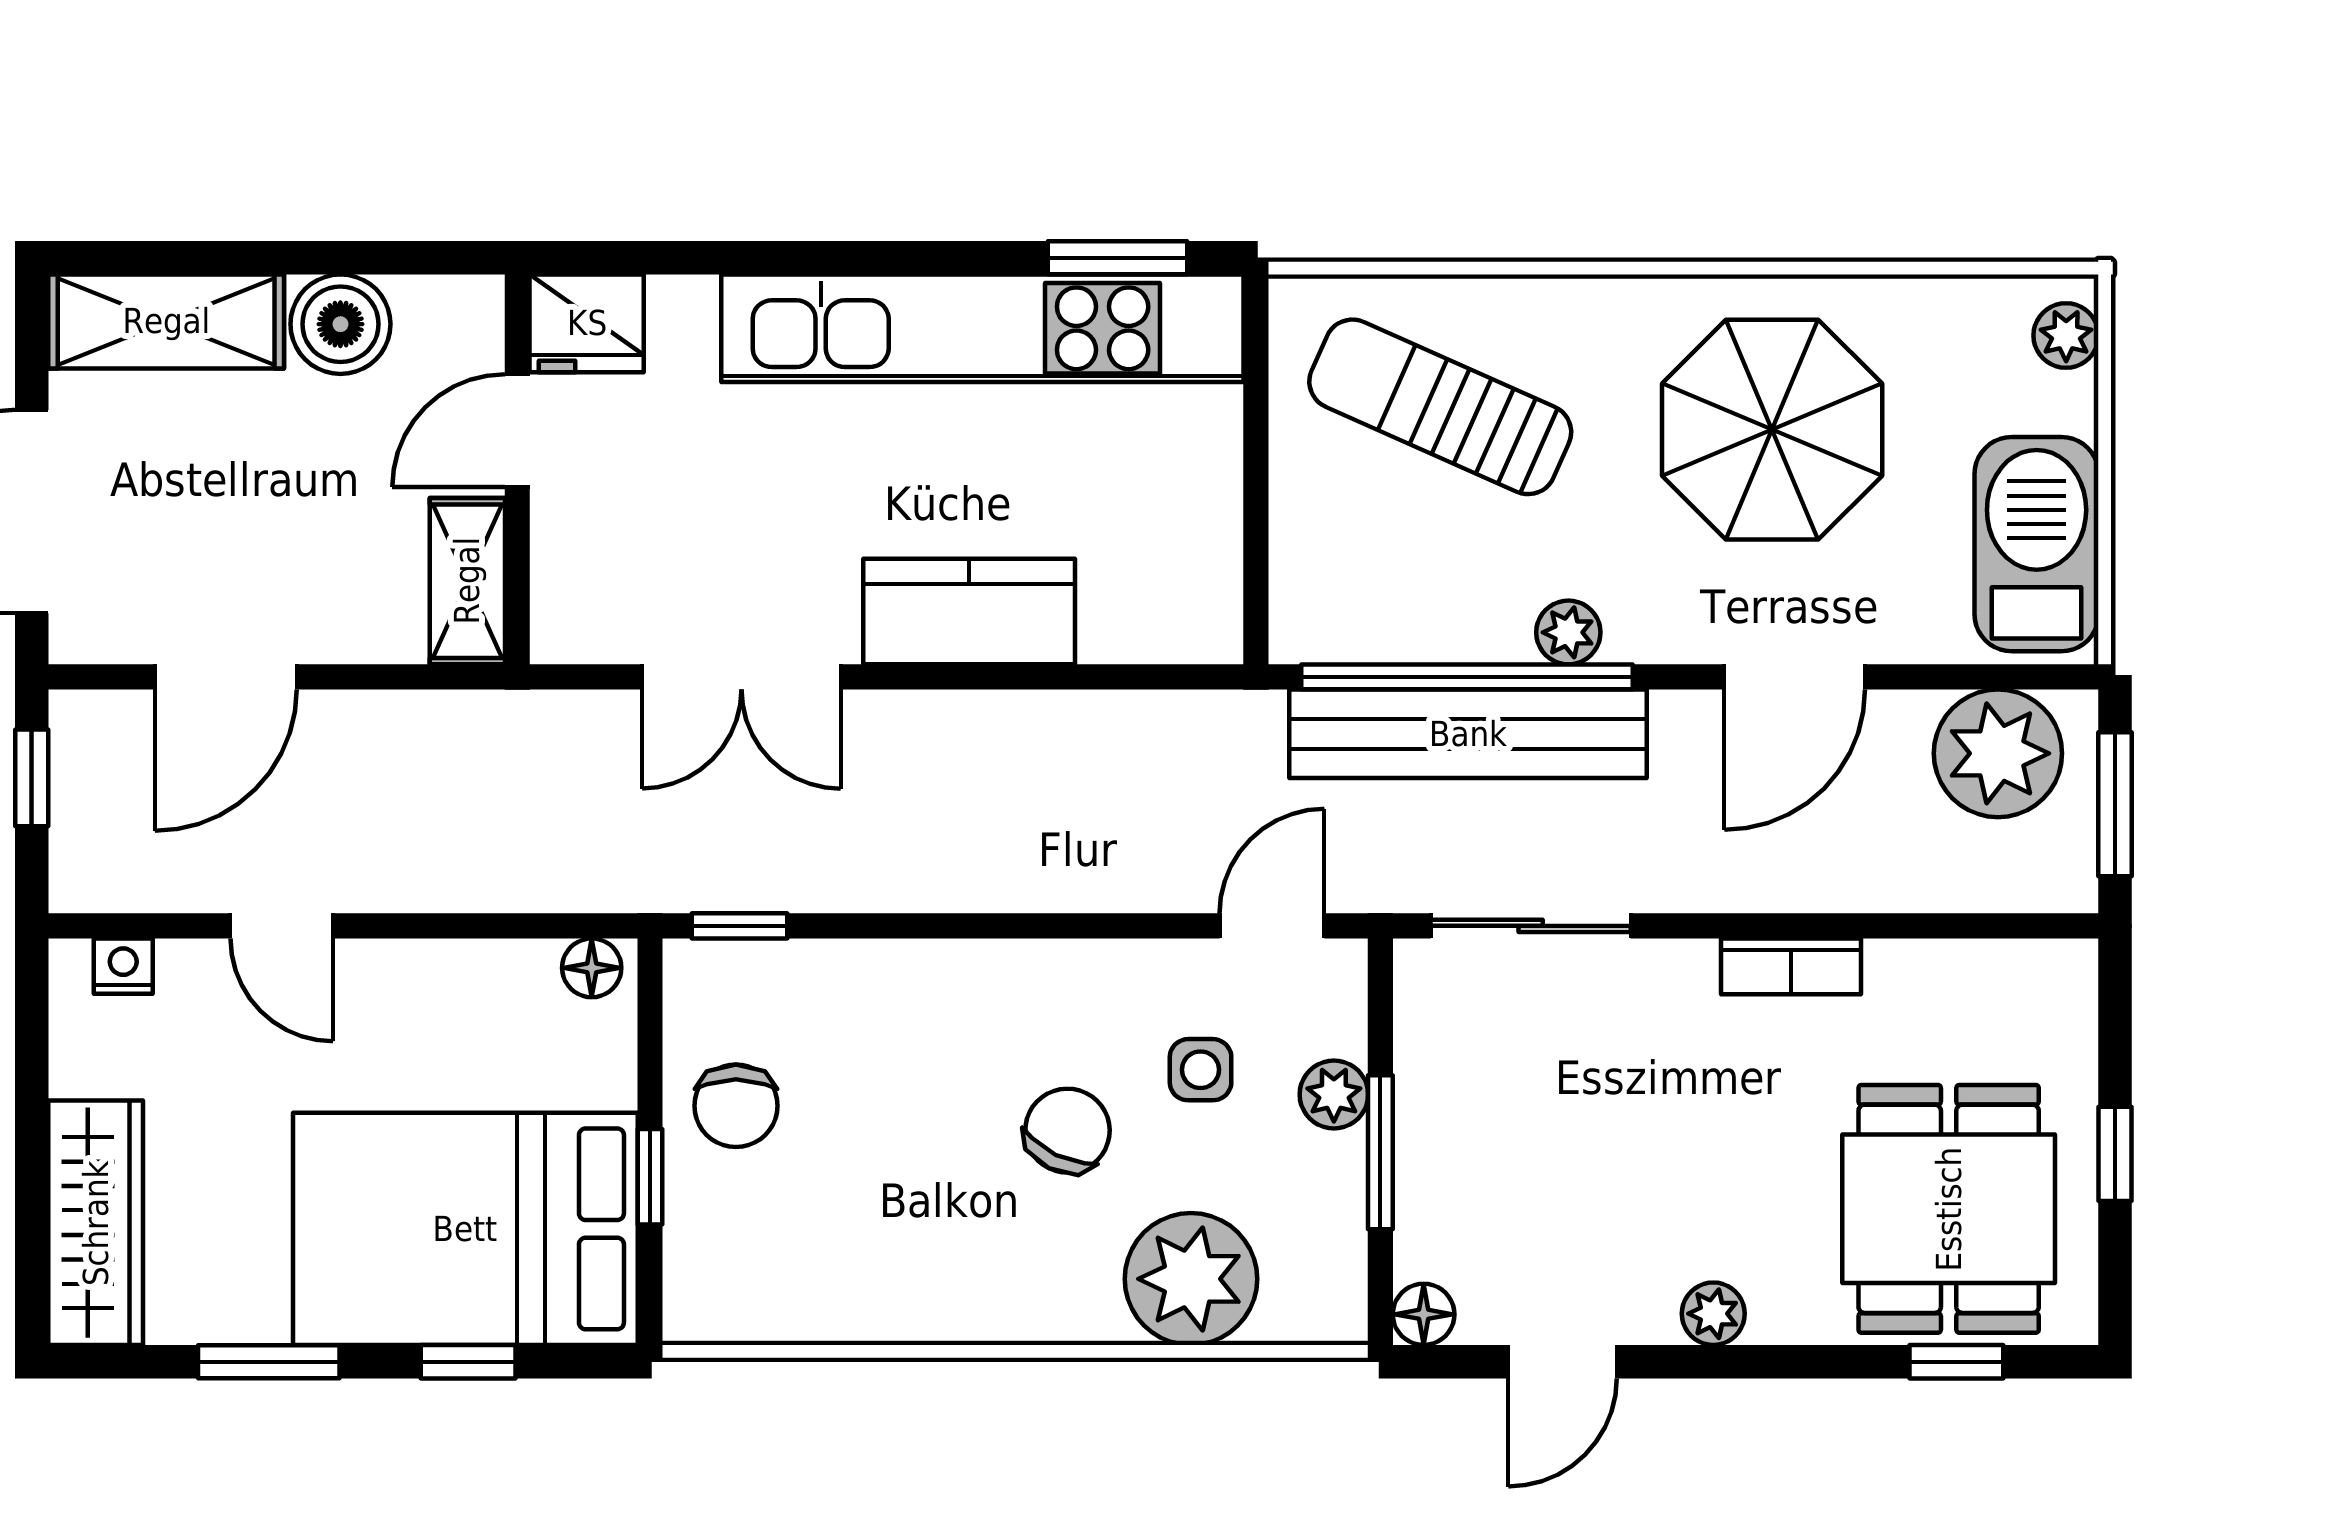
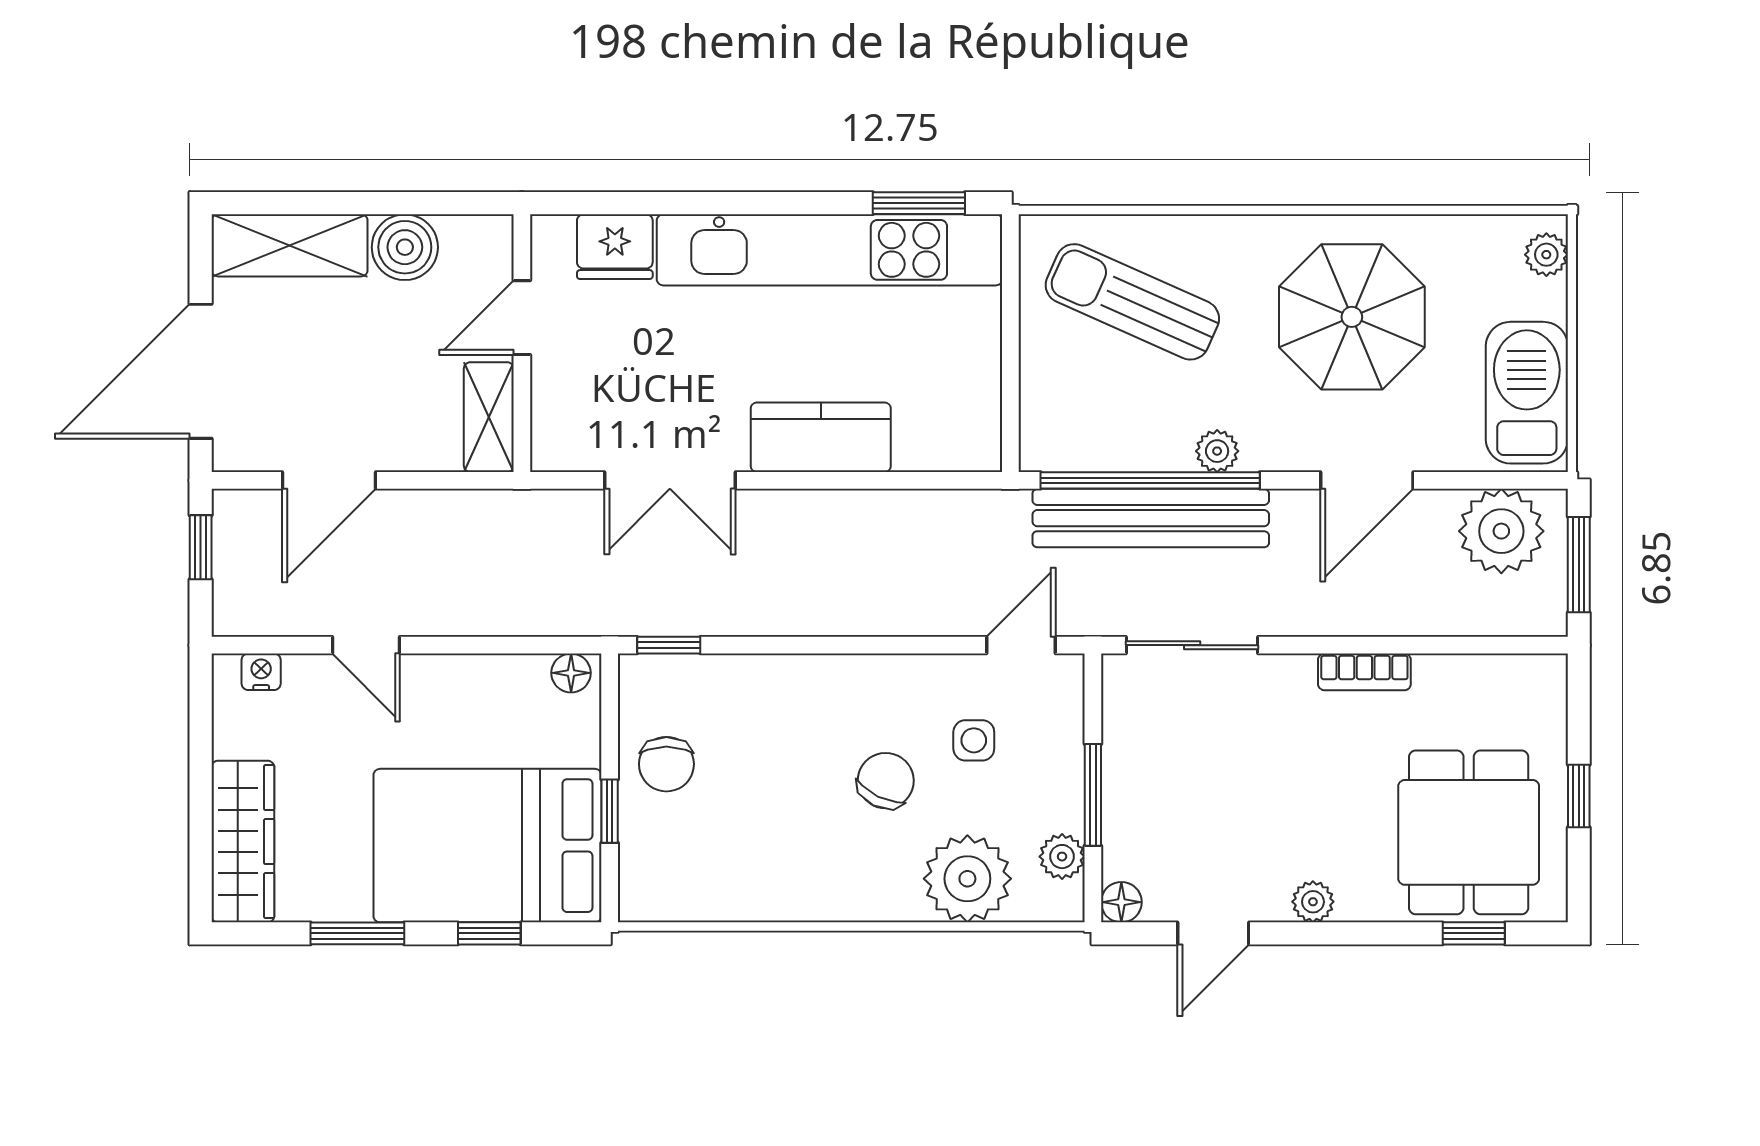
fridge: (587, 323) -> (615, 247), moved
plant: (1334, 1094) -> (1062, 857), moved

